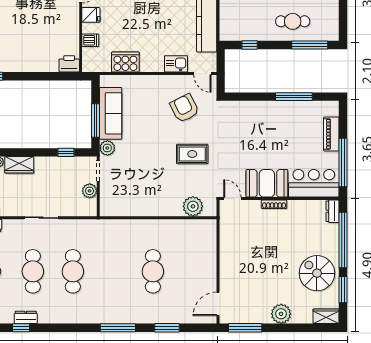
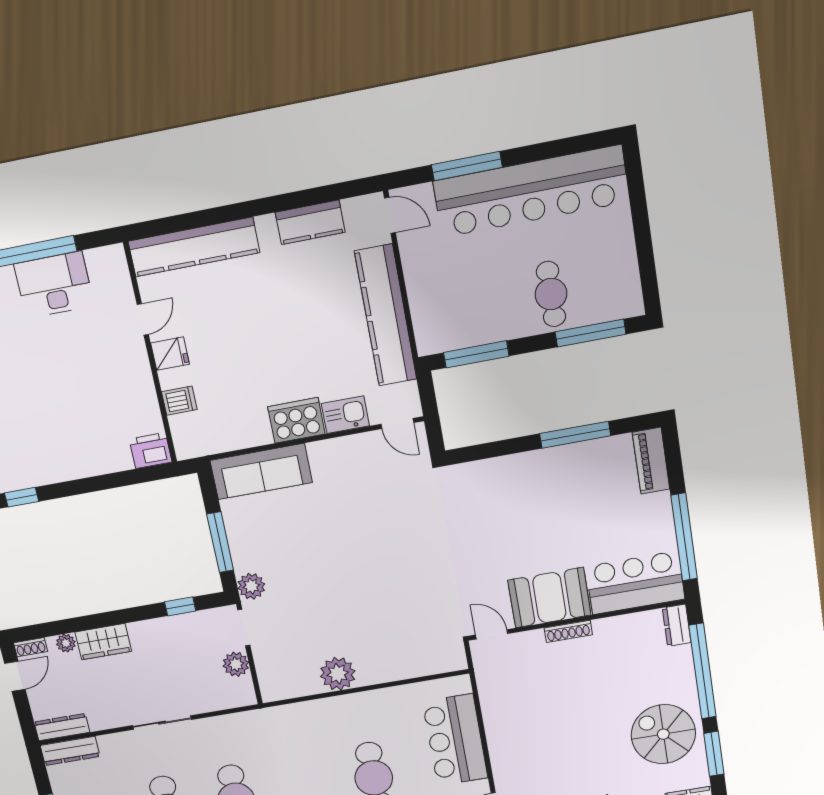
cafe table: (293, 21) -> (551, 294), turned 90
window: (250, 45) -> (476, 354), width x2.17
cooker: (125, 62) -> (296, 420), moved
armchair: (184, 108) -> (376, 492), removed
sofa: (111, 113) -> (261, 471), moved, turned 90
piano: (331, 134) -> (651, 461), moved
rug: (192, 154) -> (405, 570), removed
plant: (193, 206) -> (338, 674), moved
bar counter: (202, 257) -> (455, 740), added

